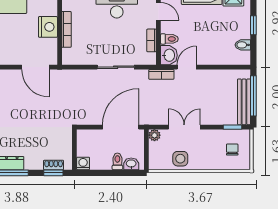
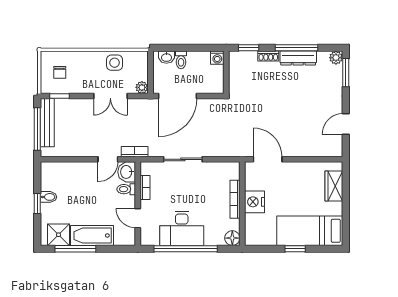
bidet: (243, 45) -> (48, 197), moved
shoe rack: (54, 165) -> (268, 56), moved

